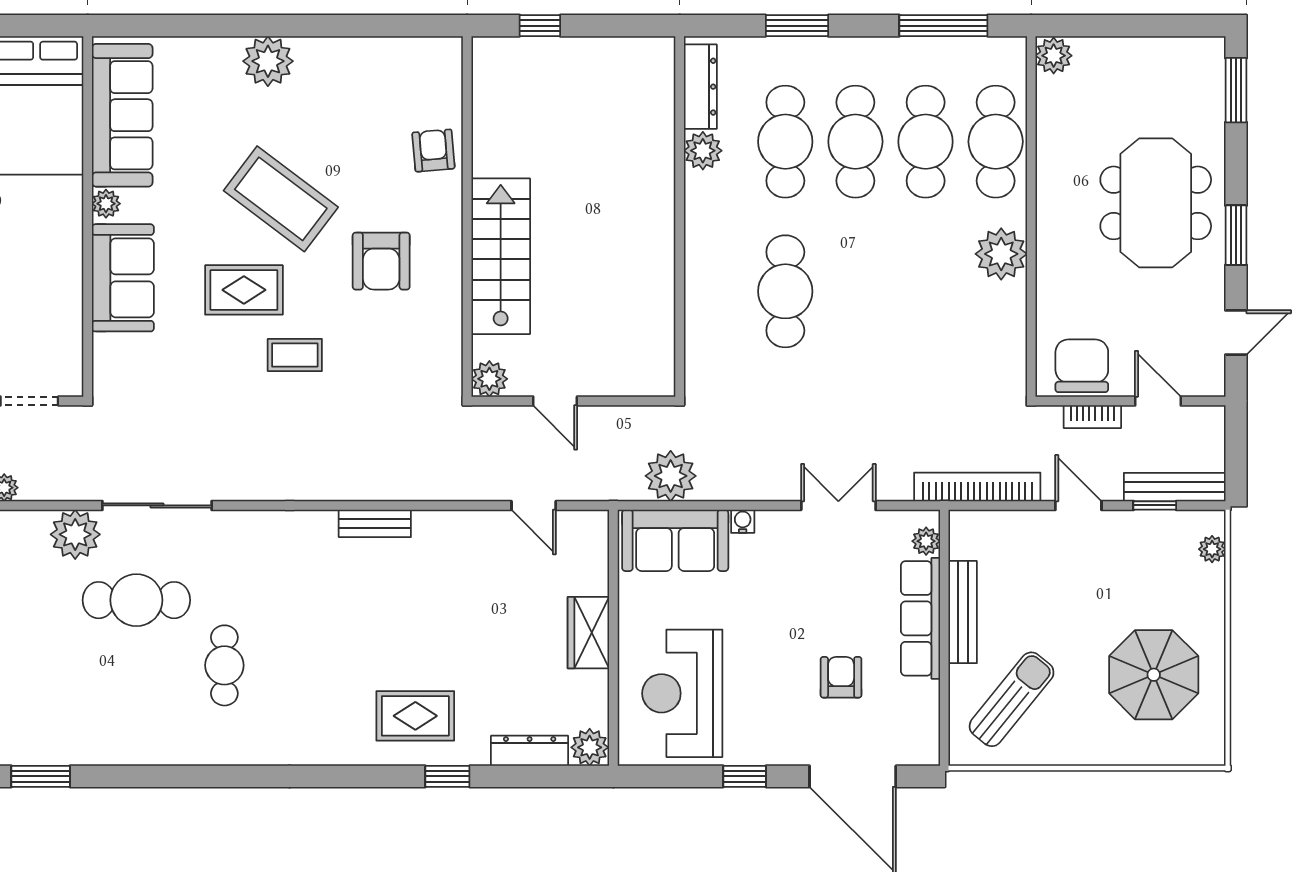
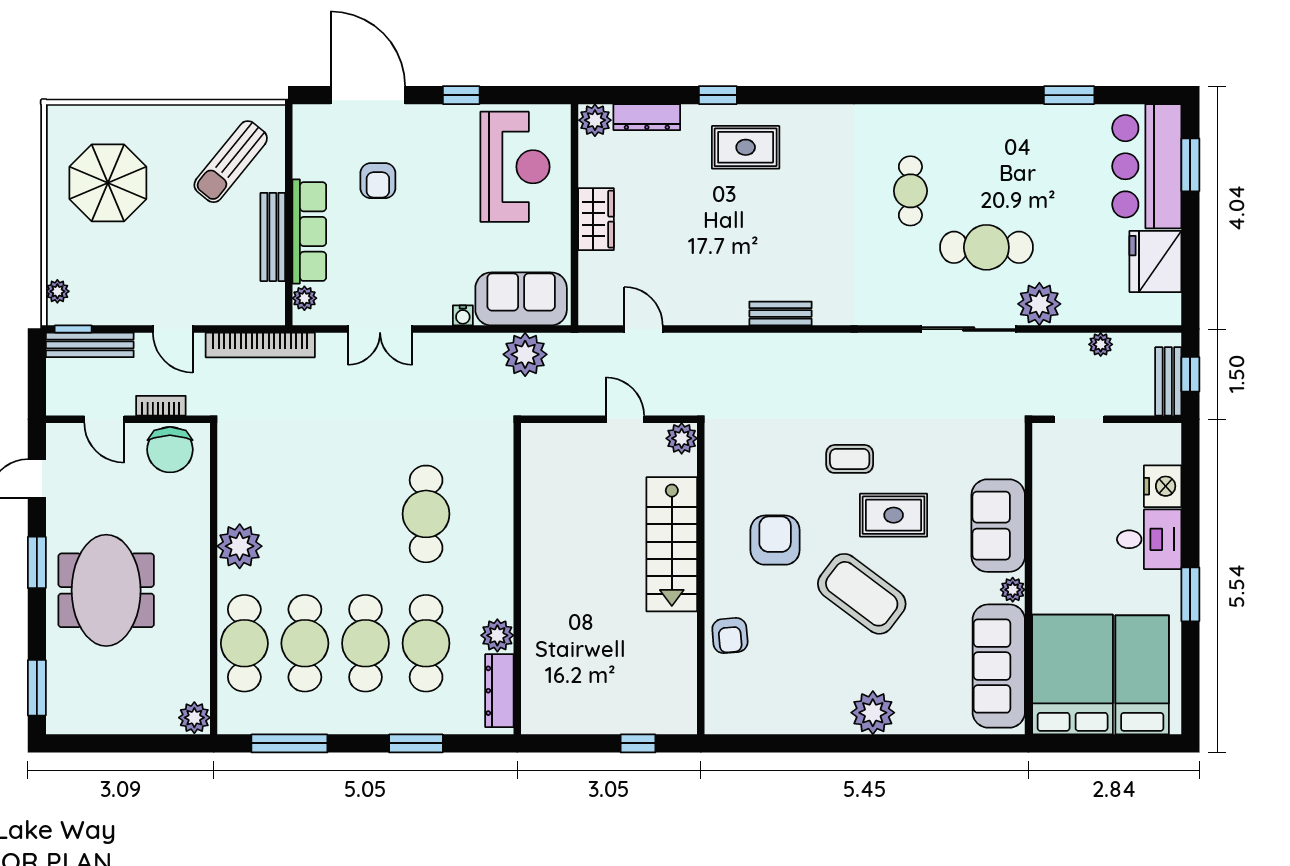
window: (1155, 505) -> (73, 329), moved

